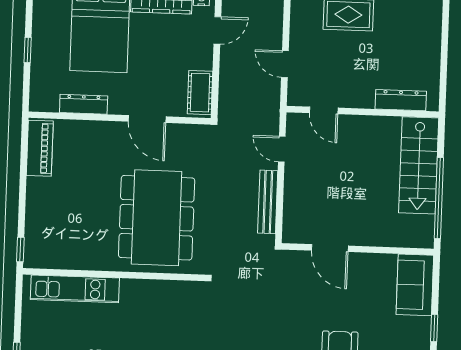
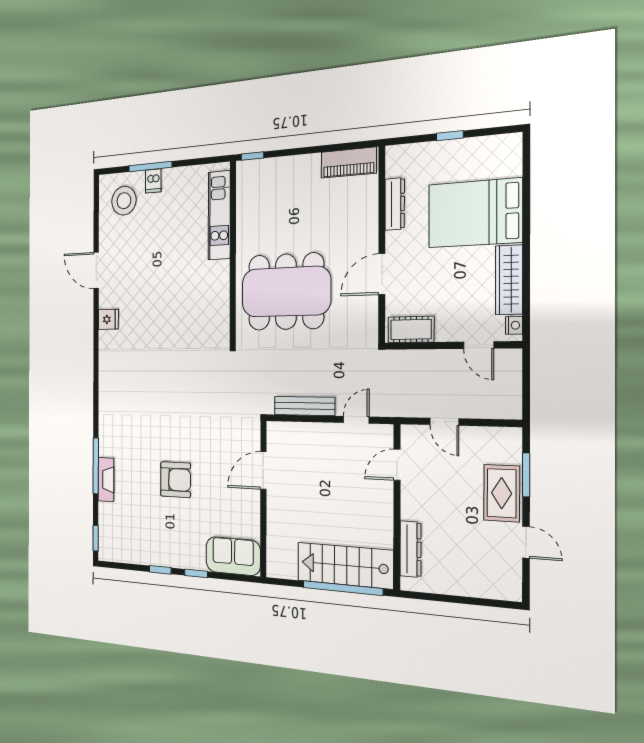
door: (285, 64) -> (444, 422), swing flipped
window: (439, 198) -> (343, 588), moved

